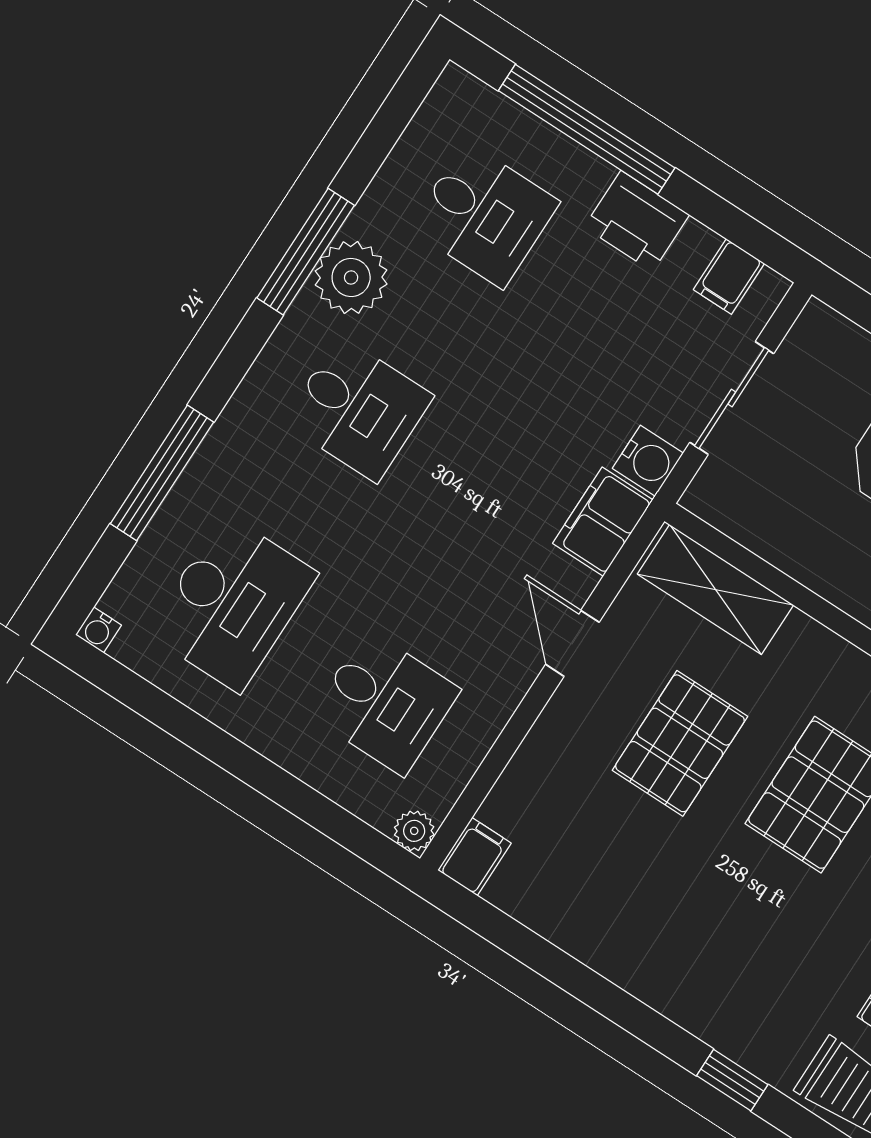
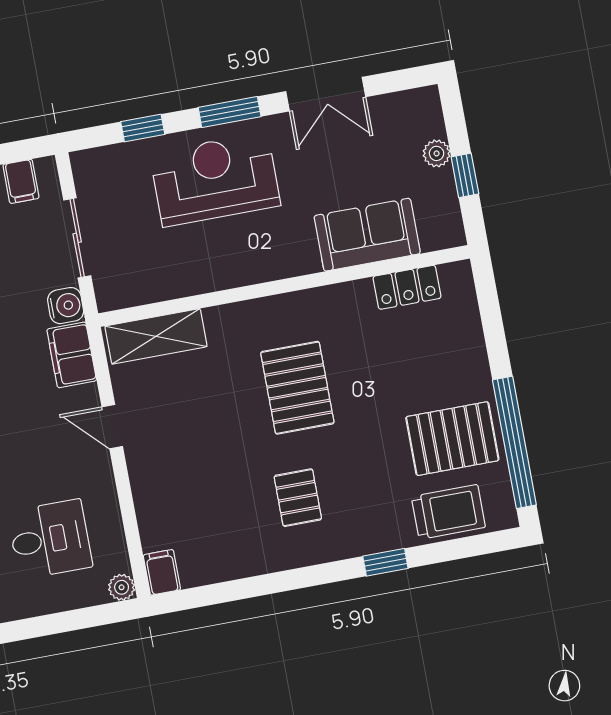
pallet: (680, 743) -> (298, 498), moved, width x0.67, depth x0.71

